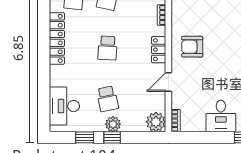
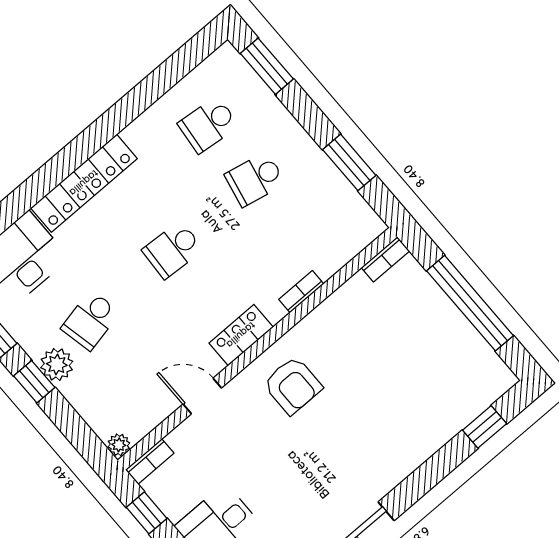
locker: (57, 38) -> (84, 183), moved
armchair: (192, 47) -> (293, 385), turned 180
plant: (156, 122) -> (119, 445), width x0.53, depth x0.53
window: (193, 137) -> (147, 513), added

